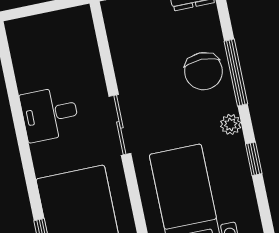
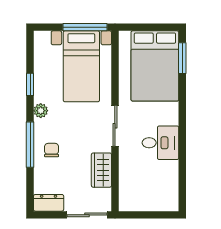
wardrobe: (126, 57) -> (101, 170), added
chair: (203, 71) -> (52, 150), width x0.54, depth x0.54

